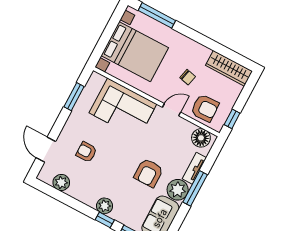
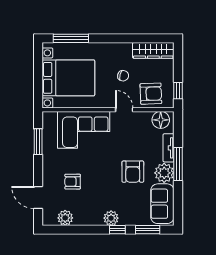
door: (172, 110) -> (124, 110), hinge flipped

